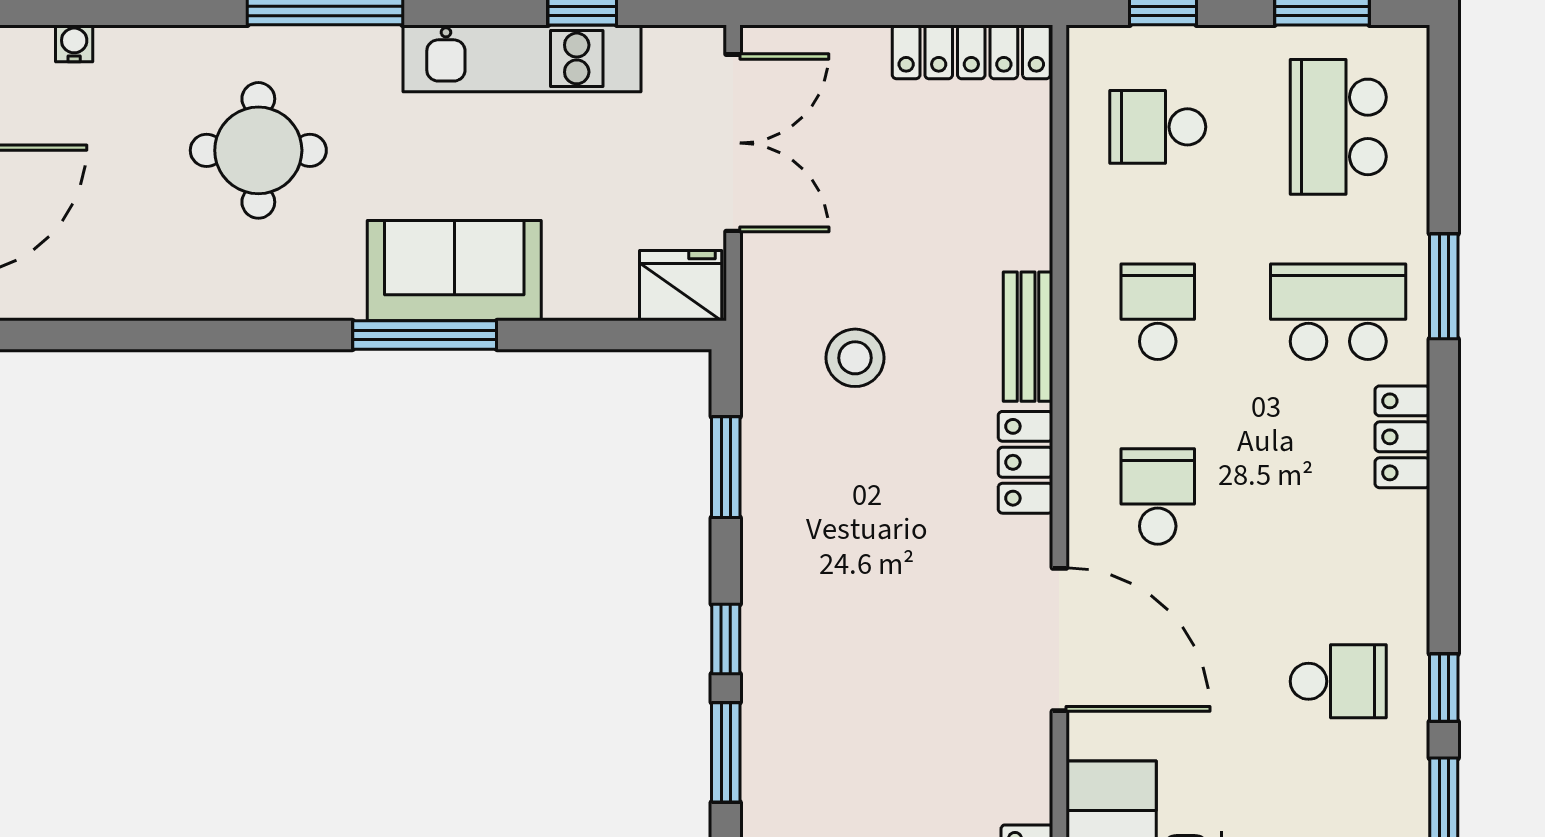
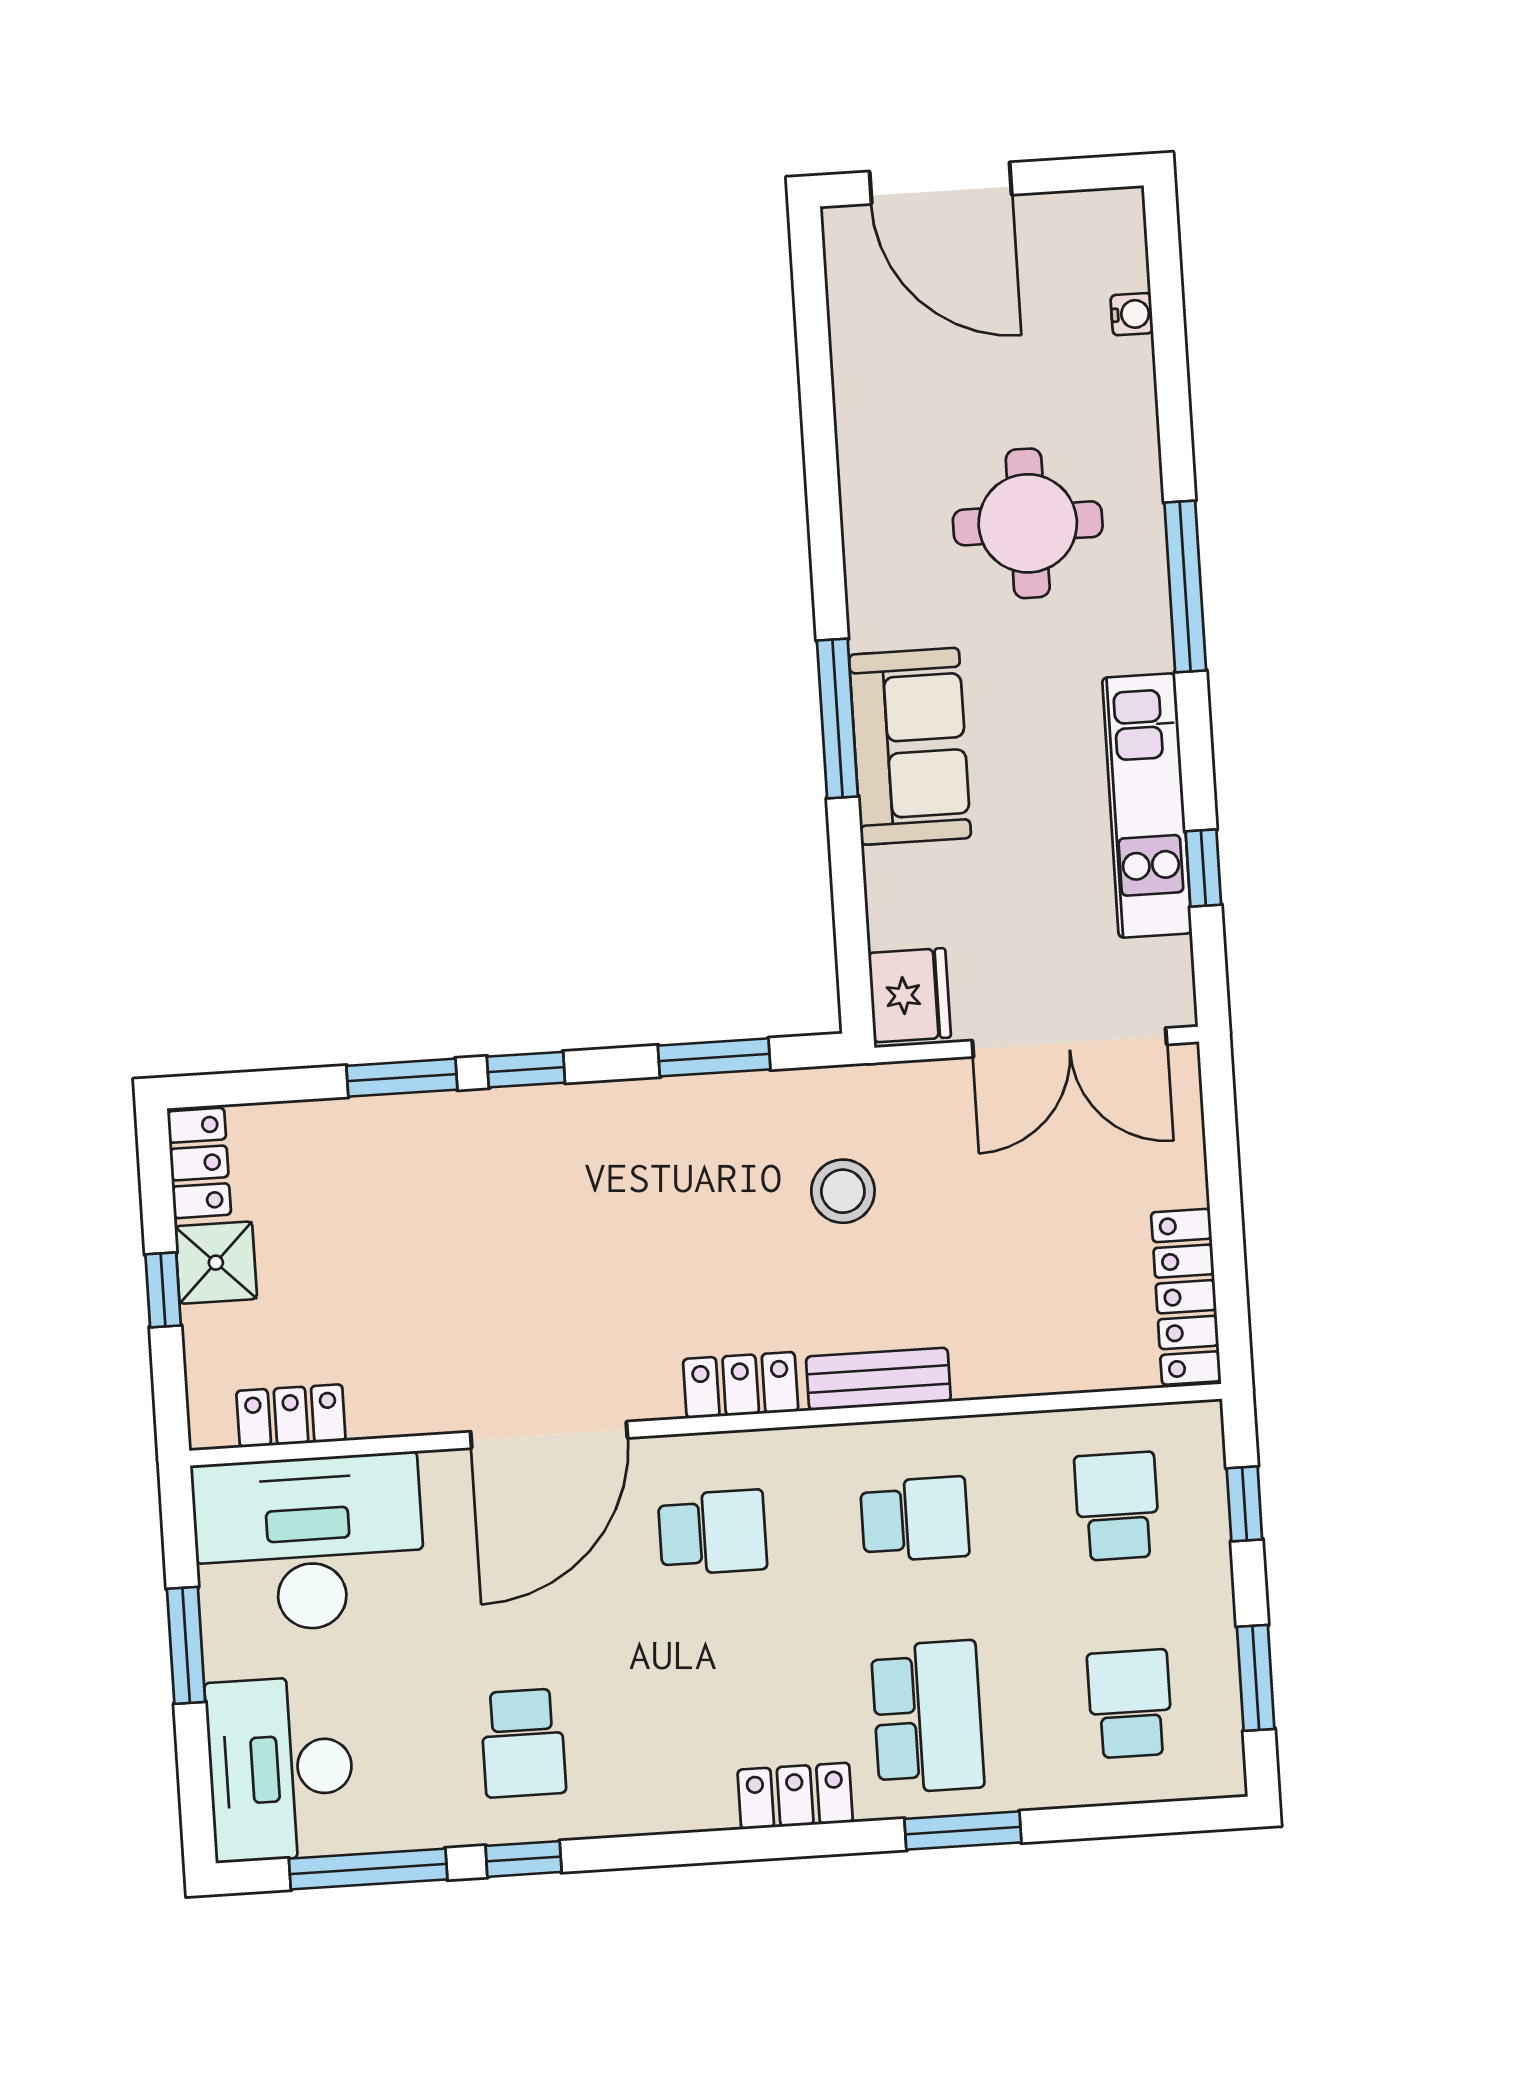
school desk: (1338, 127) -> (1130, 1704), width x0.54

